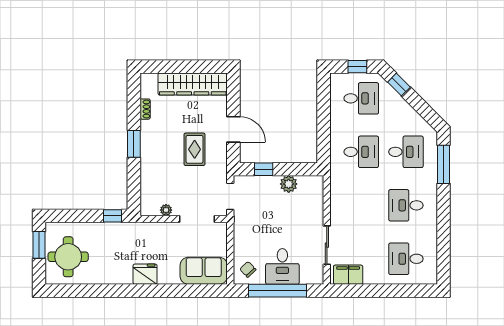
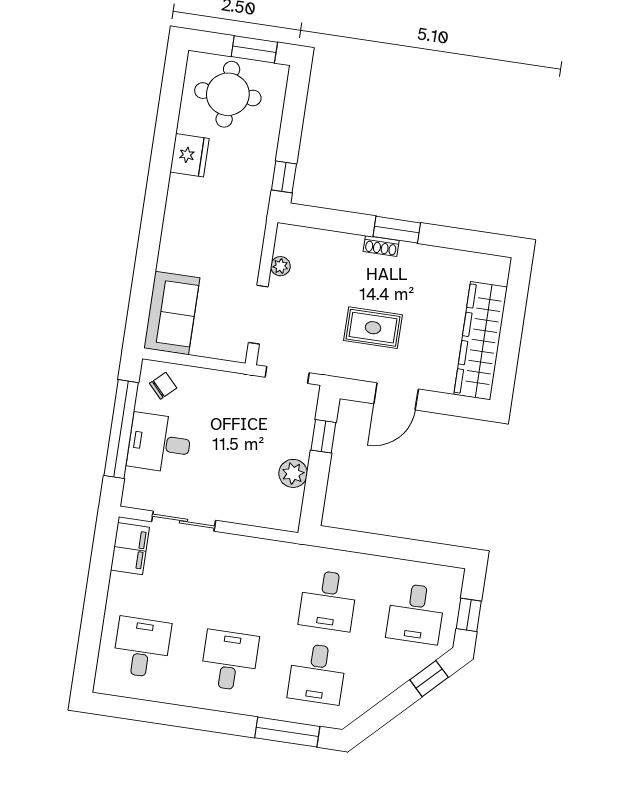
shoe rack: (145, 109) -> (381, 246), moved
fridge: (145, 274) -> (190, 155), moved

